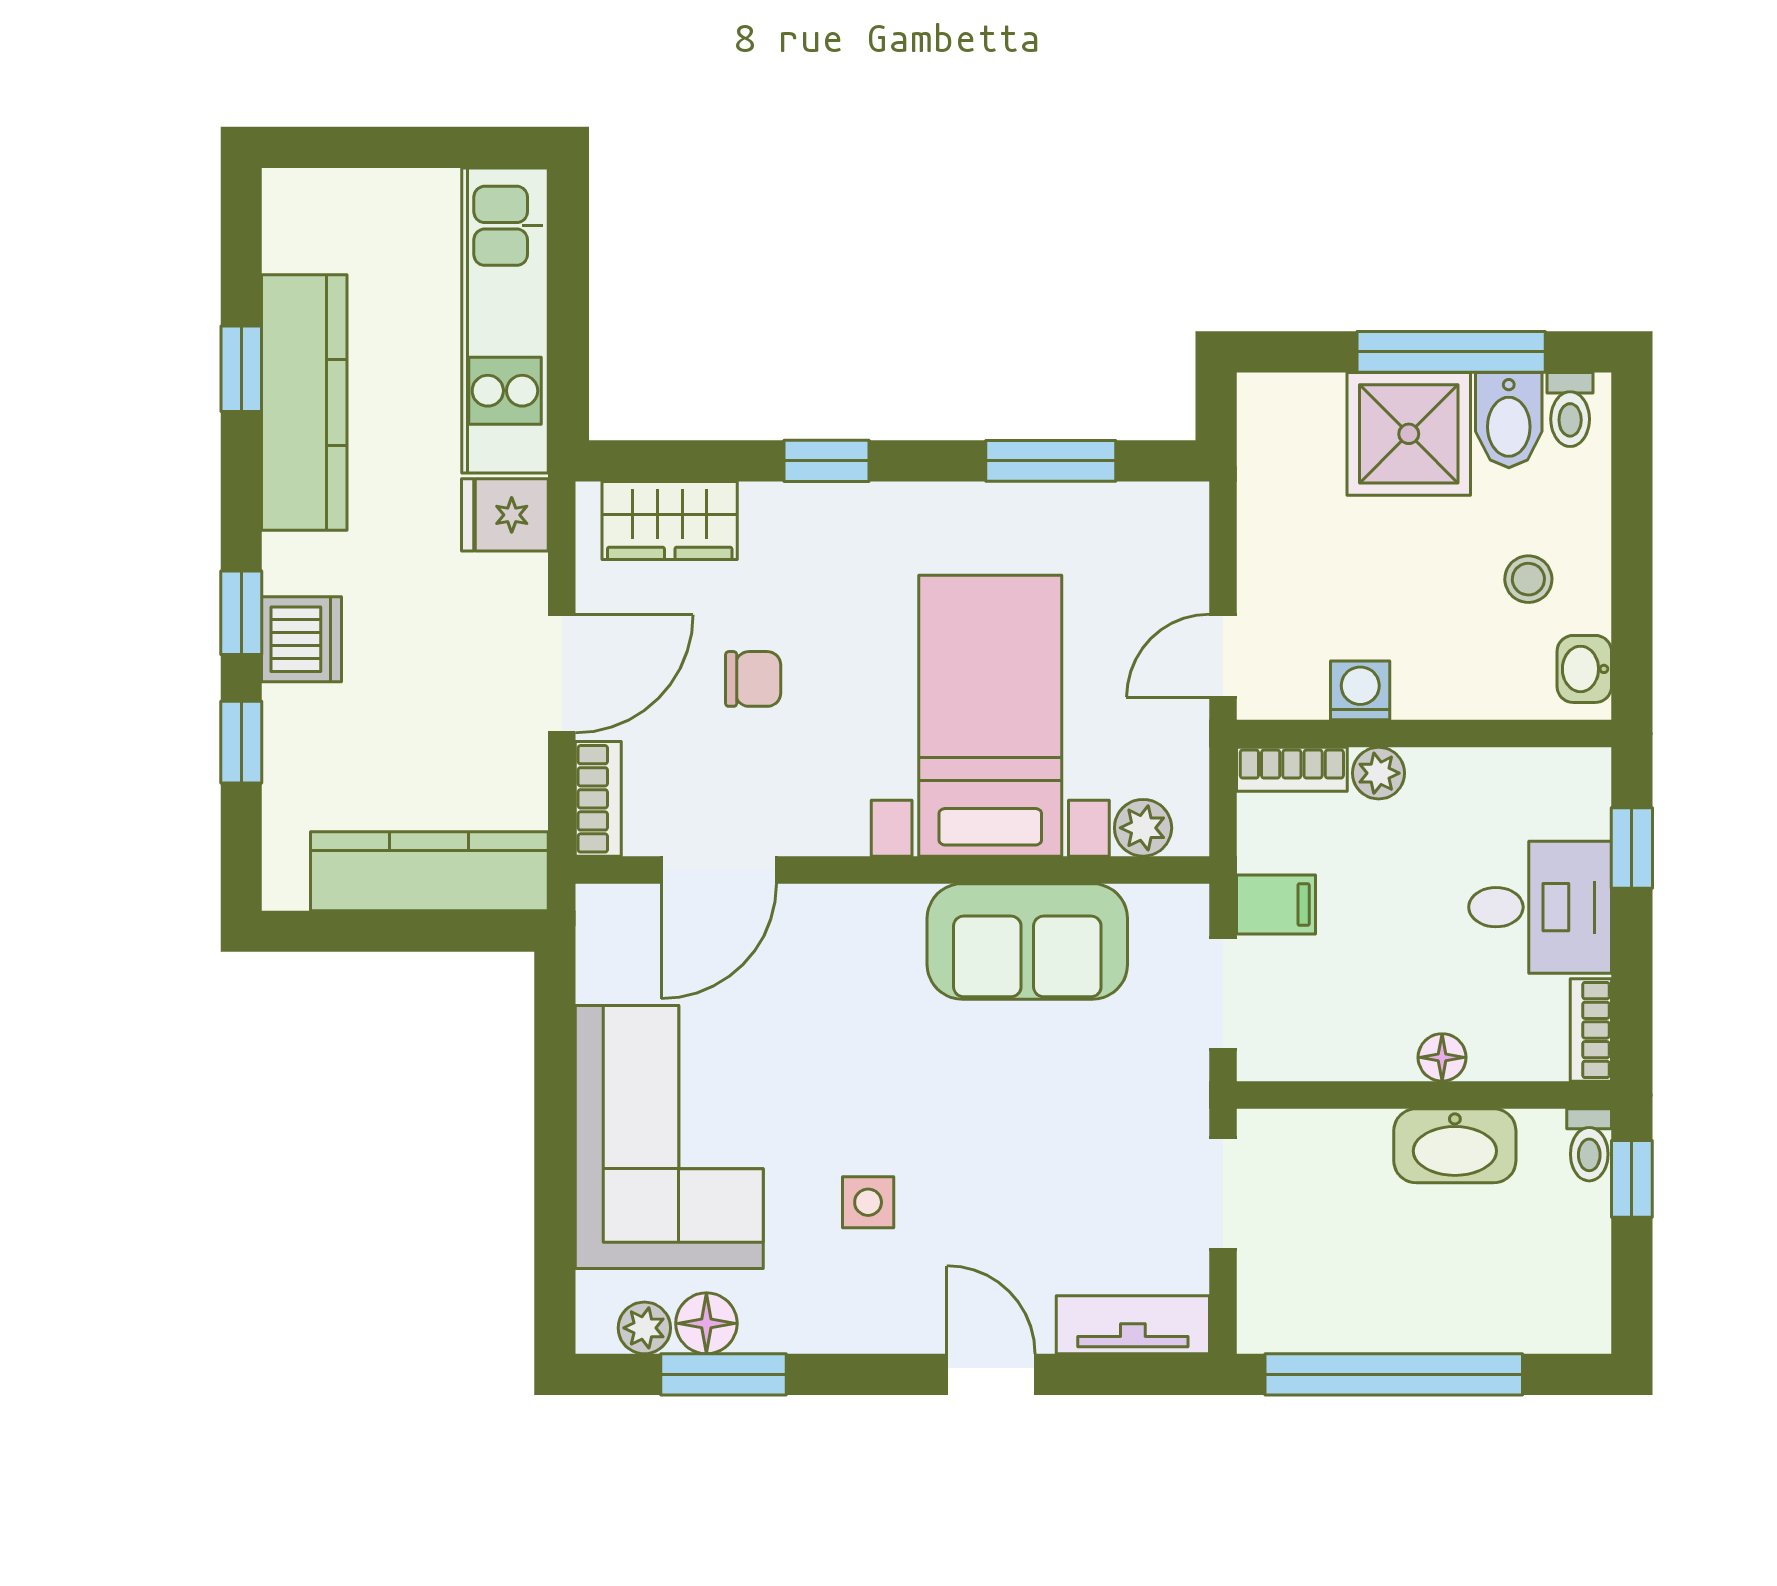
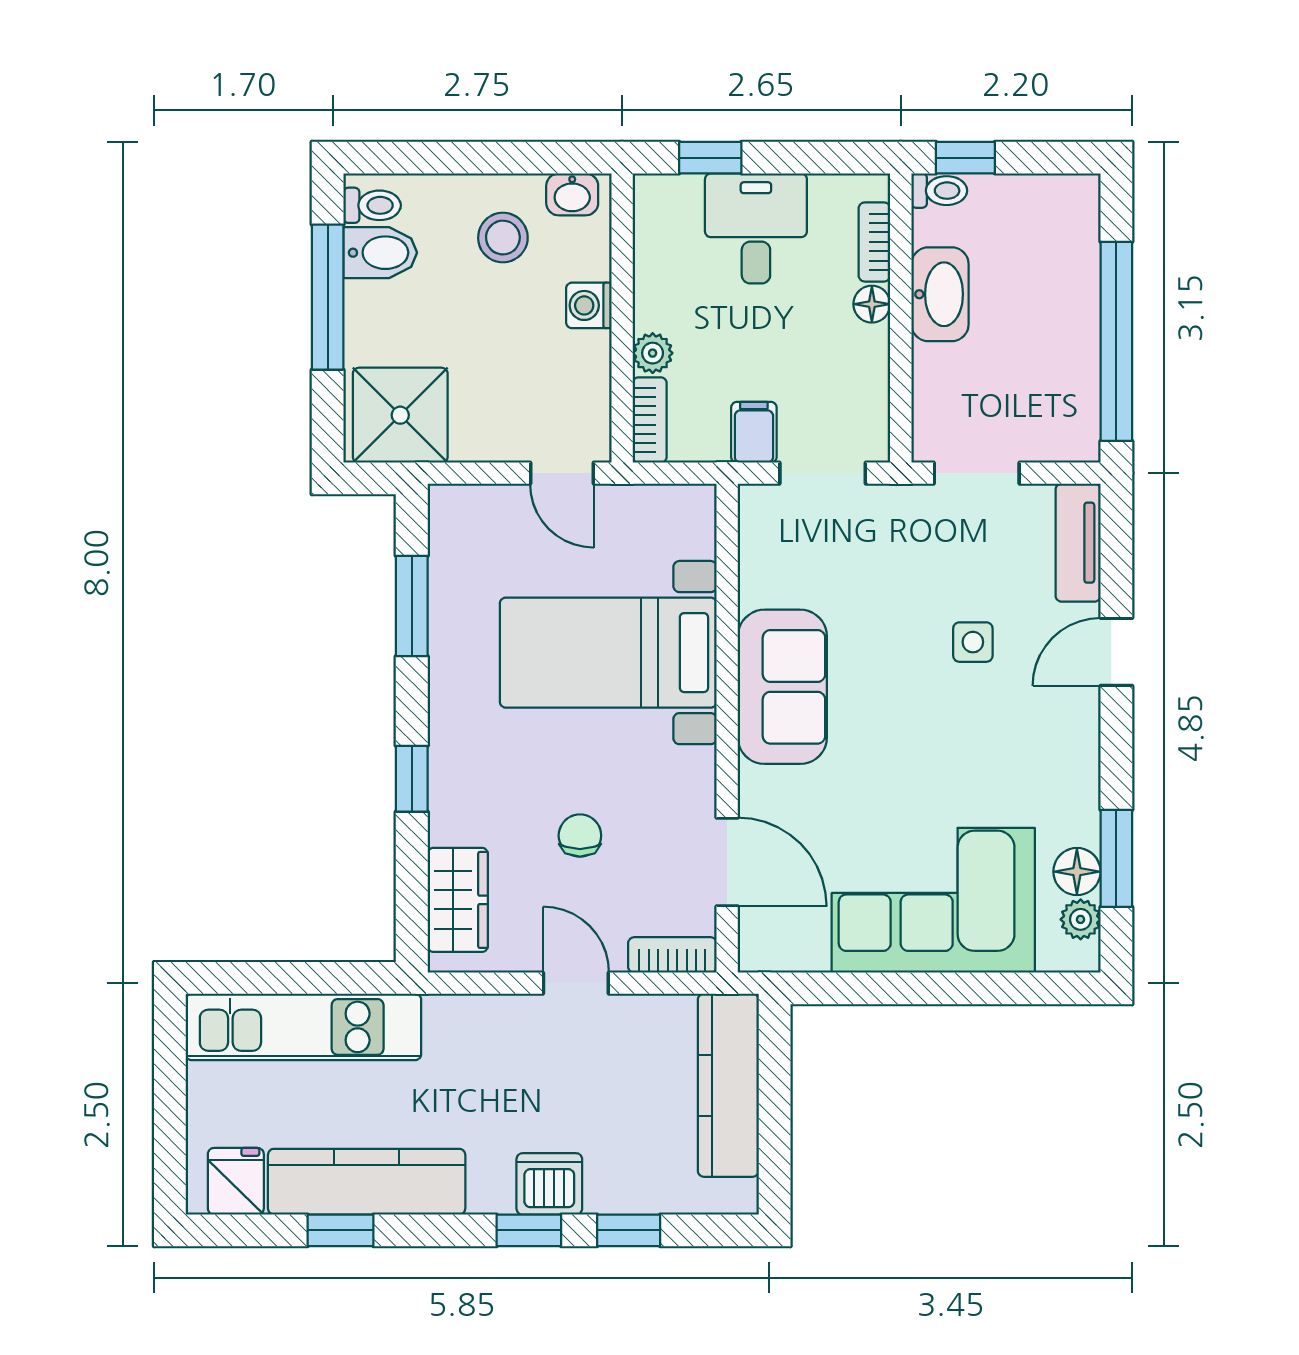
shower: (1409, 434) -> (400, 415), moved
fridge: (505, 515) -> (236, 1181), moved, turned 180
stool: (1528, 579) -> (503, 238), width x1.37, depth x1.37
door: (562, 674) -> (576, 983), width x0.73
washing machine: (1360, 690) -> (589, 305), moved
plant: (1143, 828) -> (695, 535), removed
sofa: (1027, 941) -> (782, 687), moved
bookcase: (1591, 1030) -> (874, 242), moved, turned 90
side table: (868, 1202) -> (973, 642), moved

